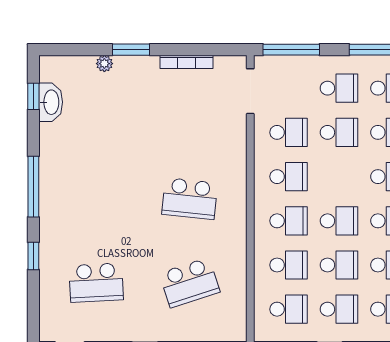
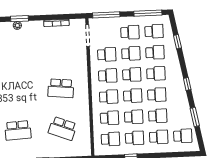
window: (131, 50) -> (19, 19), moved
school desk: (339, 177) -> (132, 75), added
school desk: (190, 283) -> (63, 128), turned 39

